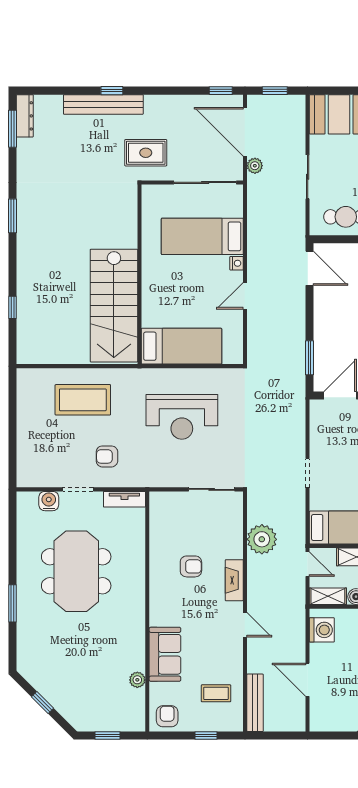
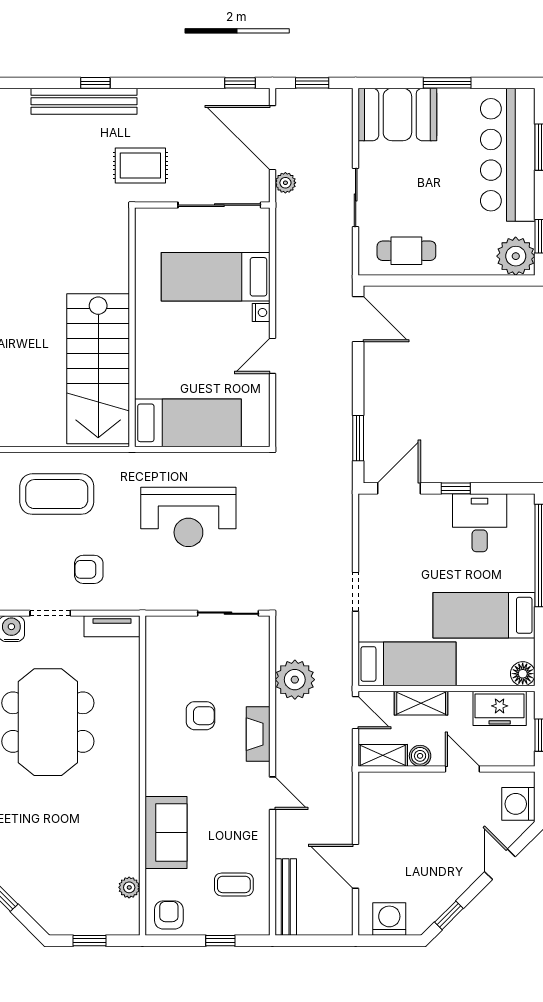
washing machine: (322, 630) -> (389, 919), moved, turned -90
plant: (137, 680) -> (129, 887), moved

